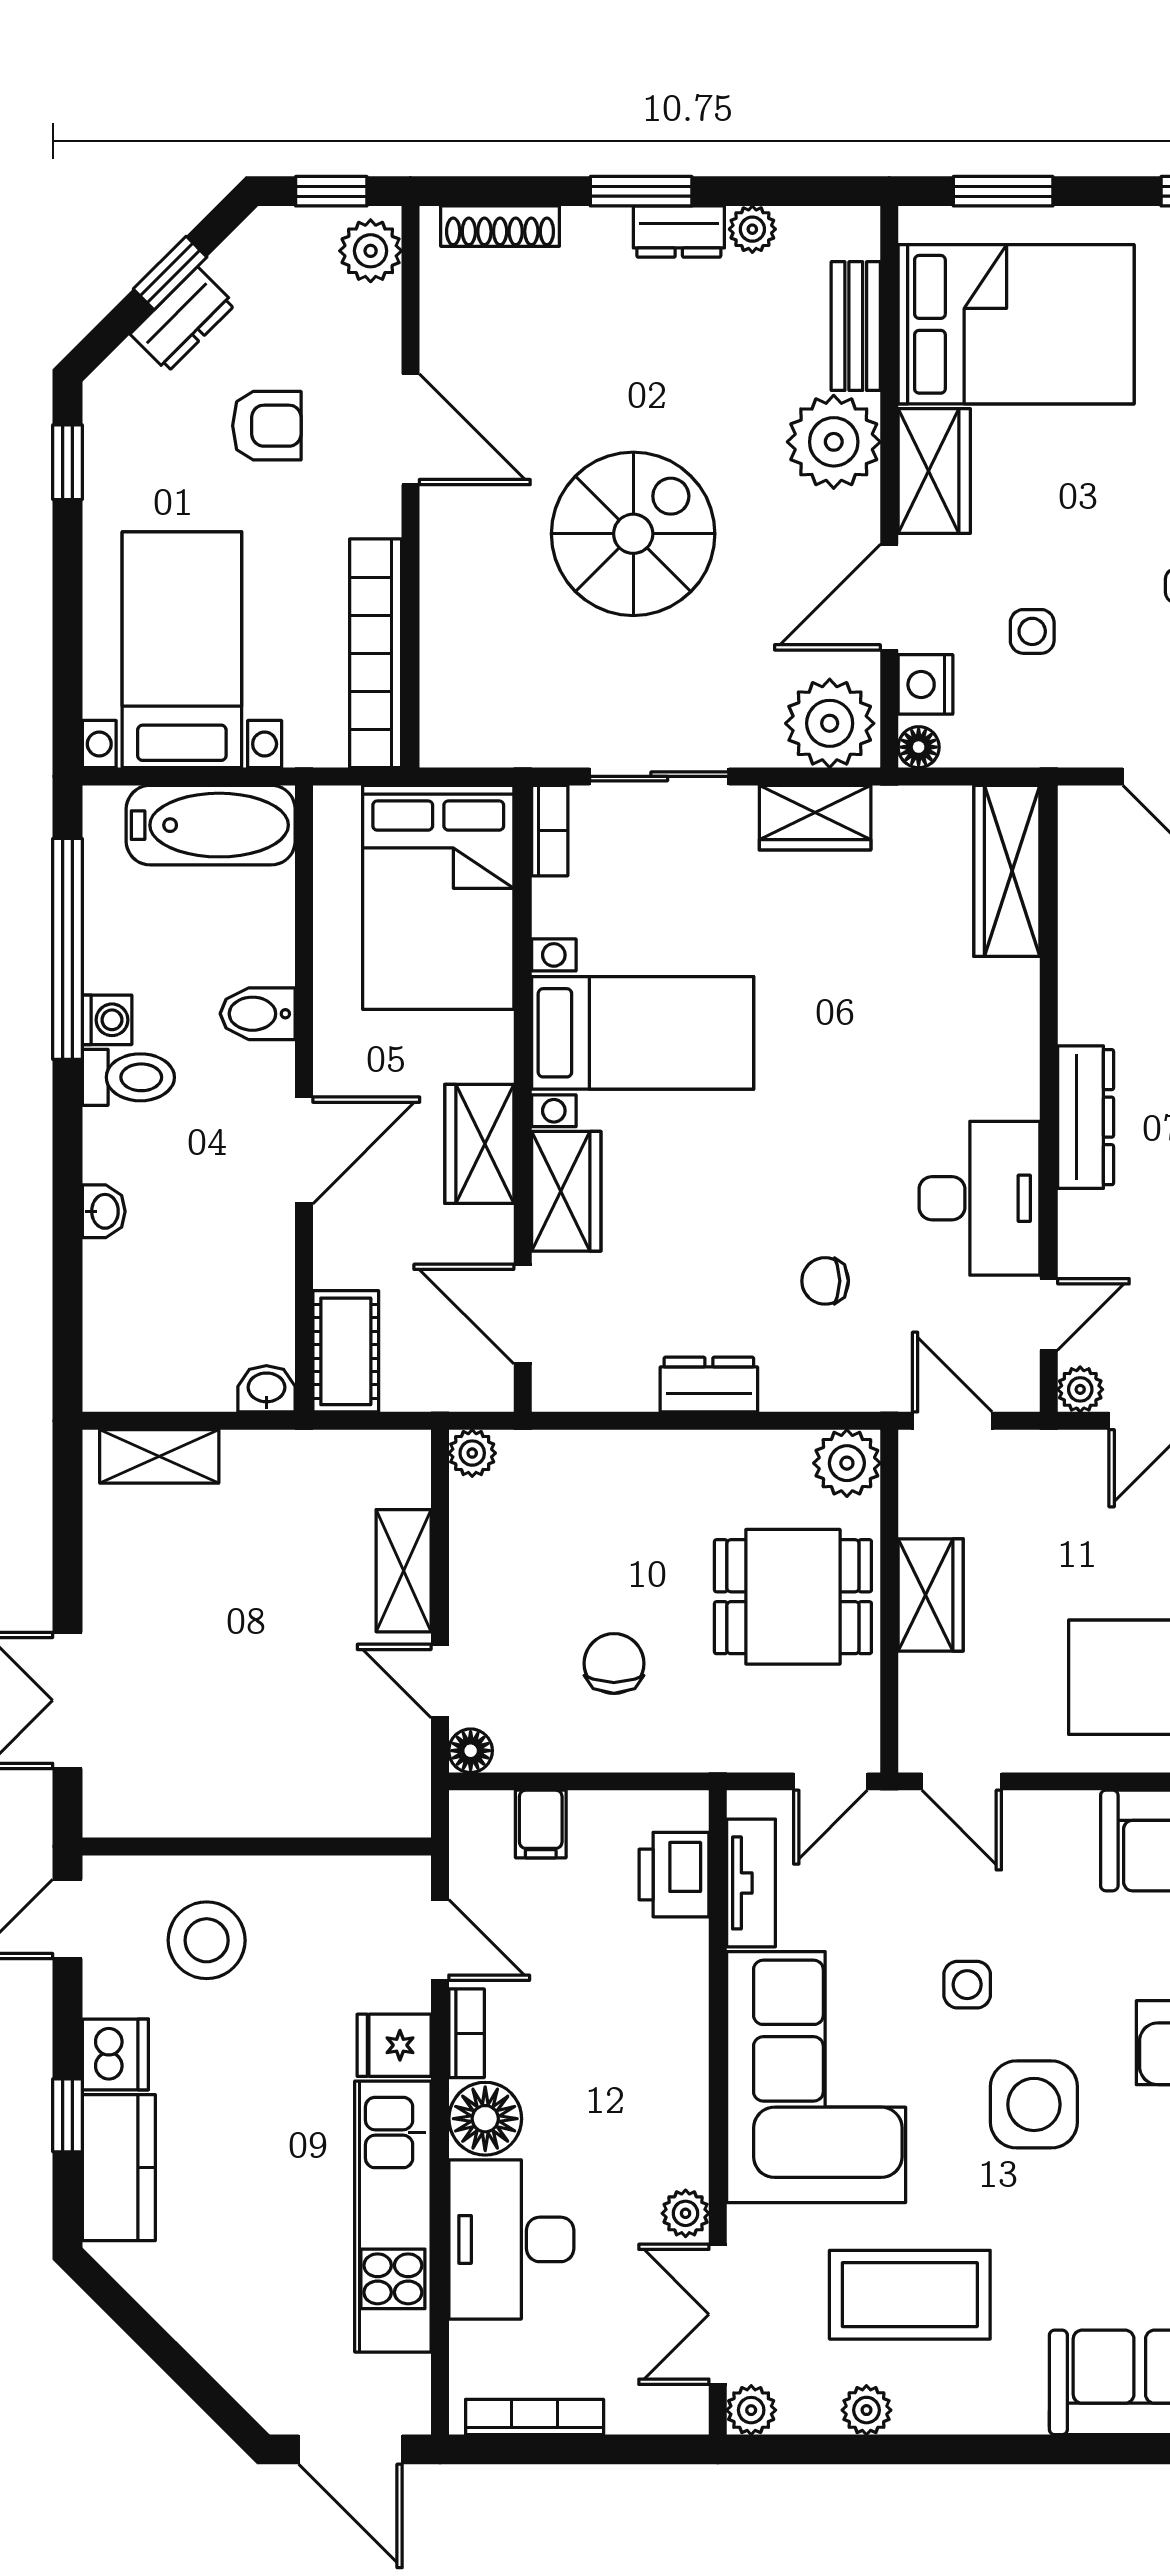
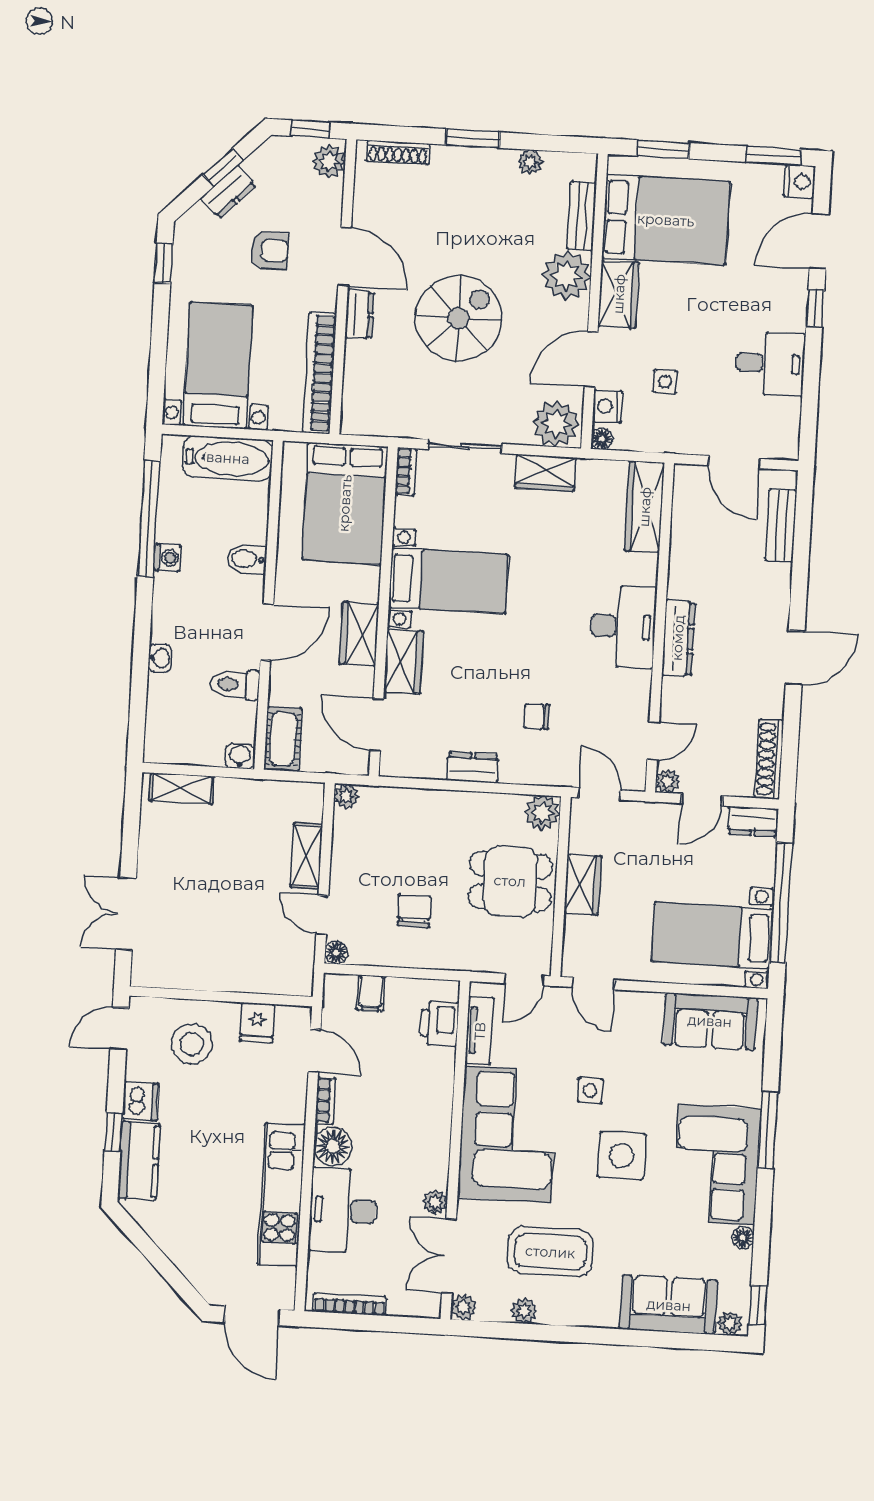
dresser: (679, 232) -> (359, 314), moved, turned -90
toilet: (128, 1077) -> (235, 684), moved, turned 180
desk: (979, 1198) -> (623, 627), moved
fridge: (394, 2045) -> (257, 1023), moved, turned -90

